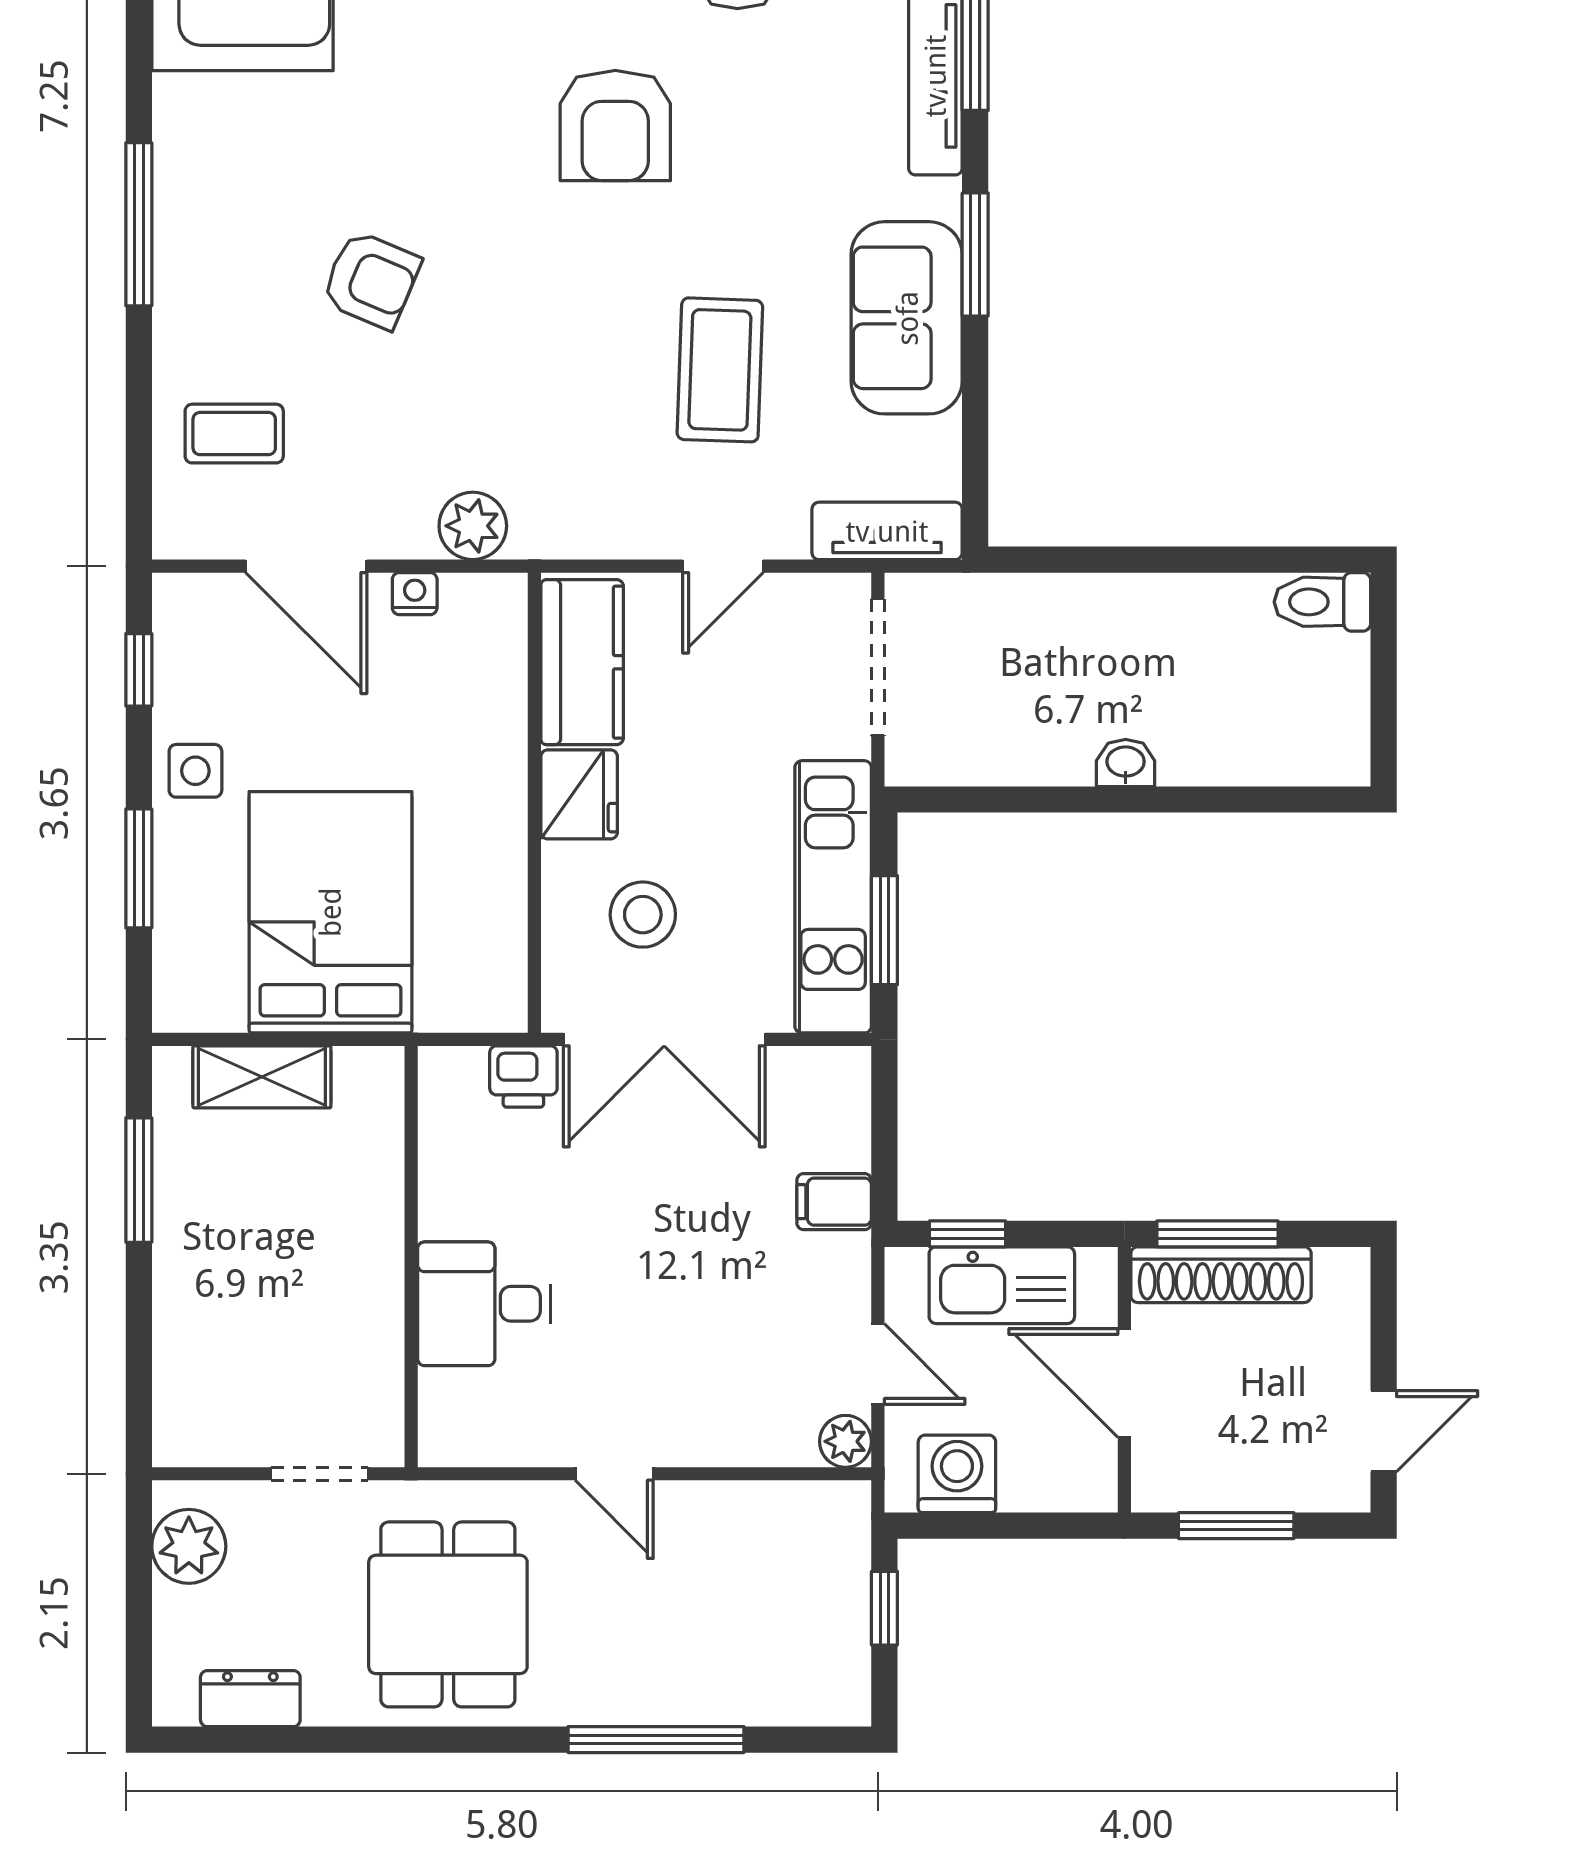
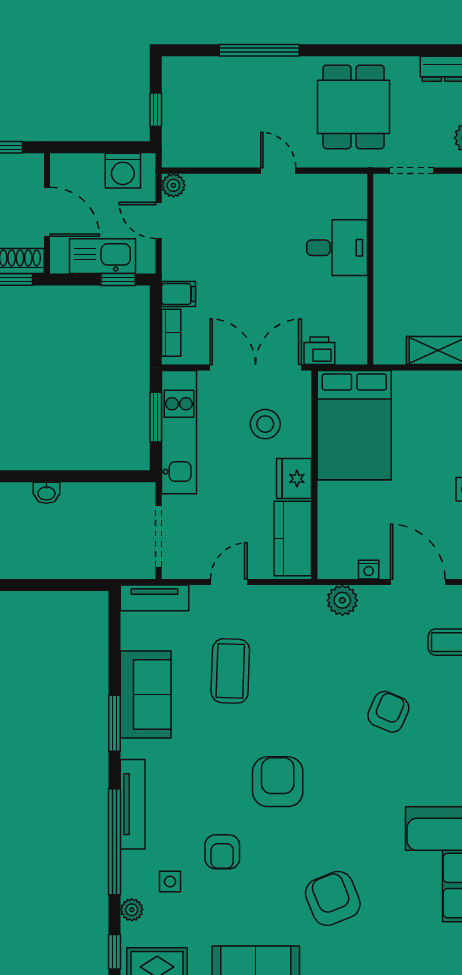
armchair: (371, 280) -> (388, 712), turned 90
bed: (330, 912) -> (354, 425), moved
bookcase: (851, 1116) -> (171, 333), added

